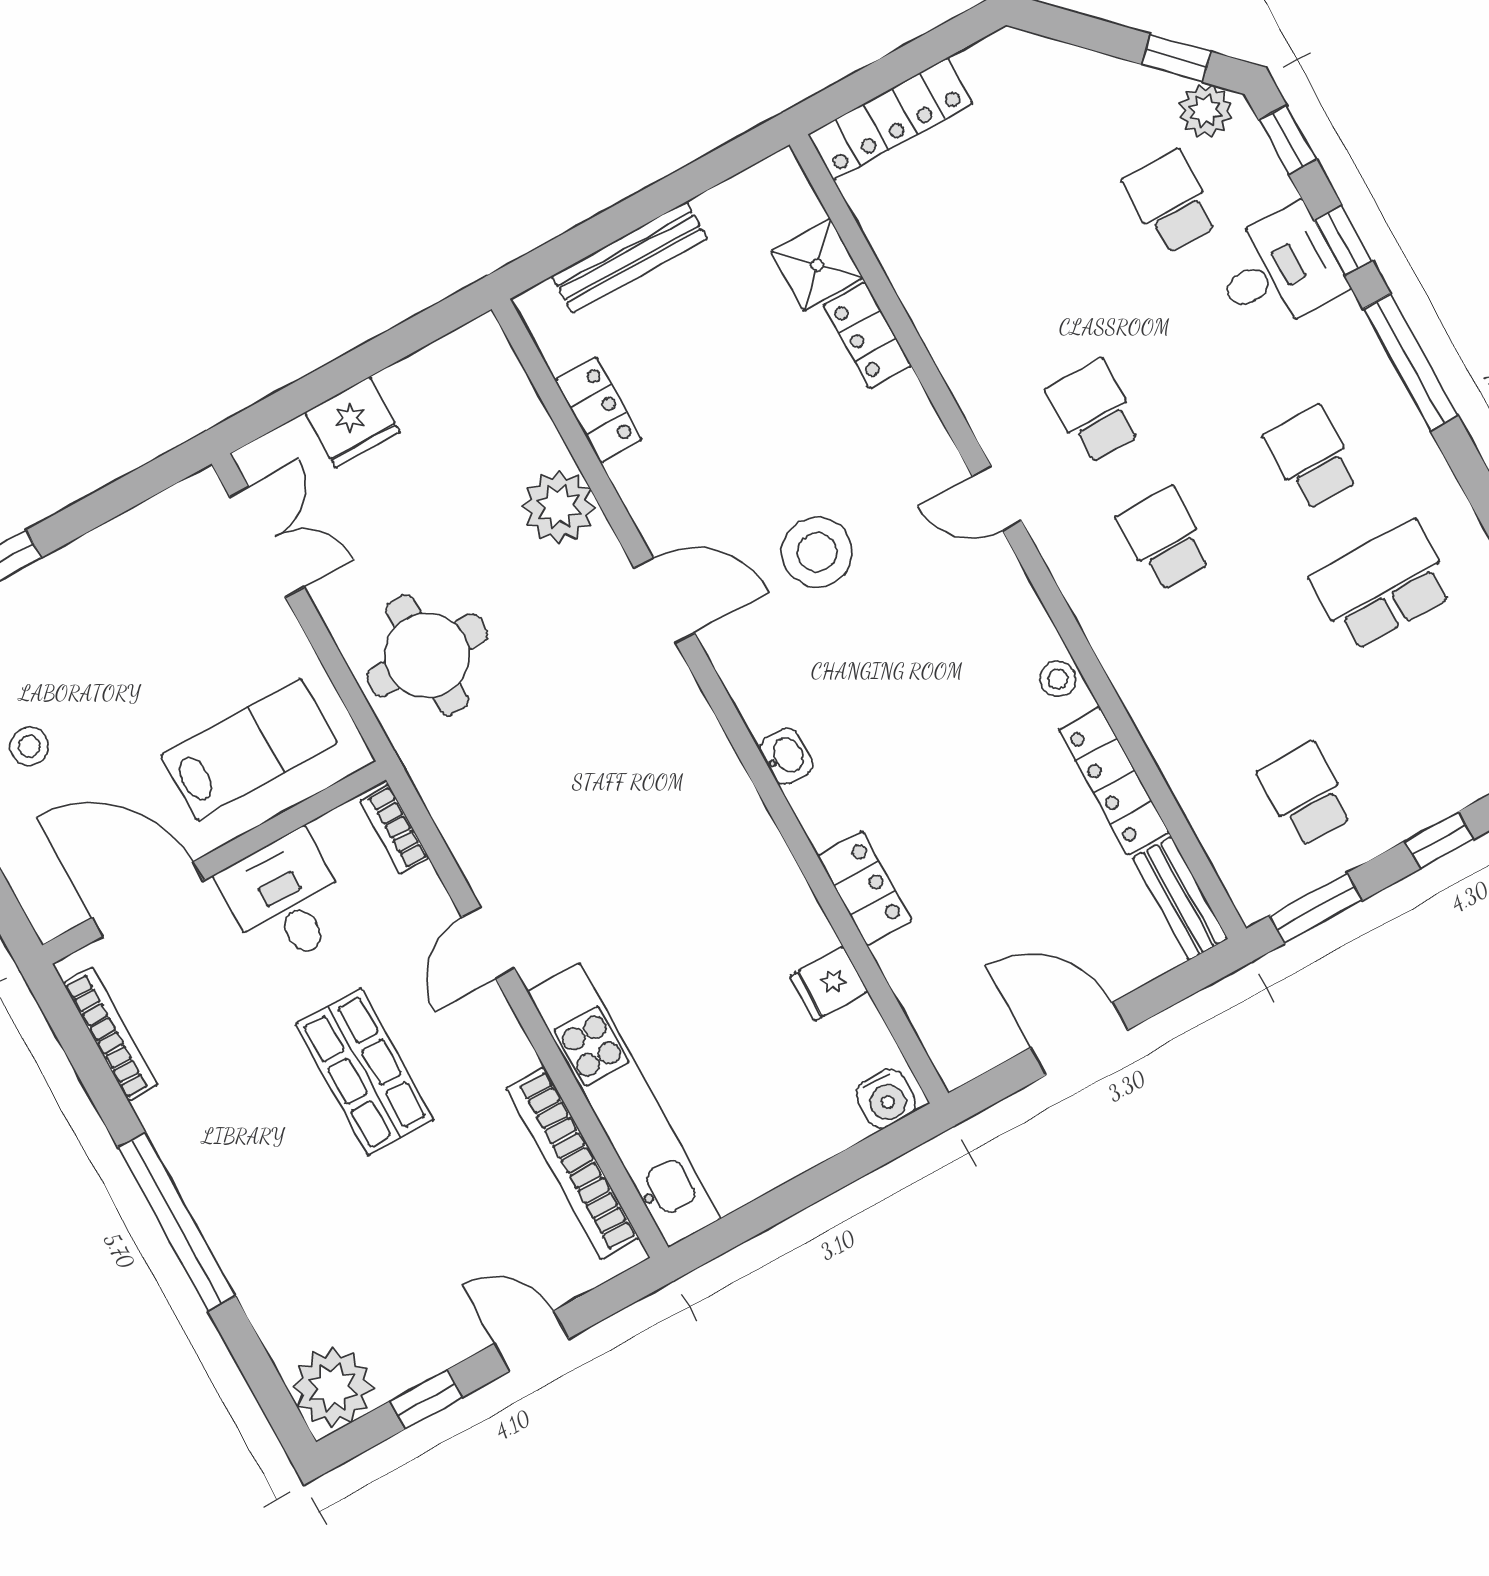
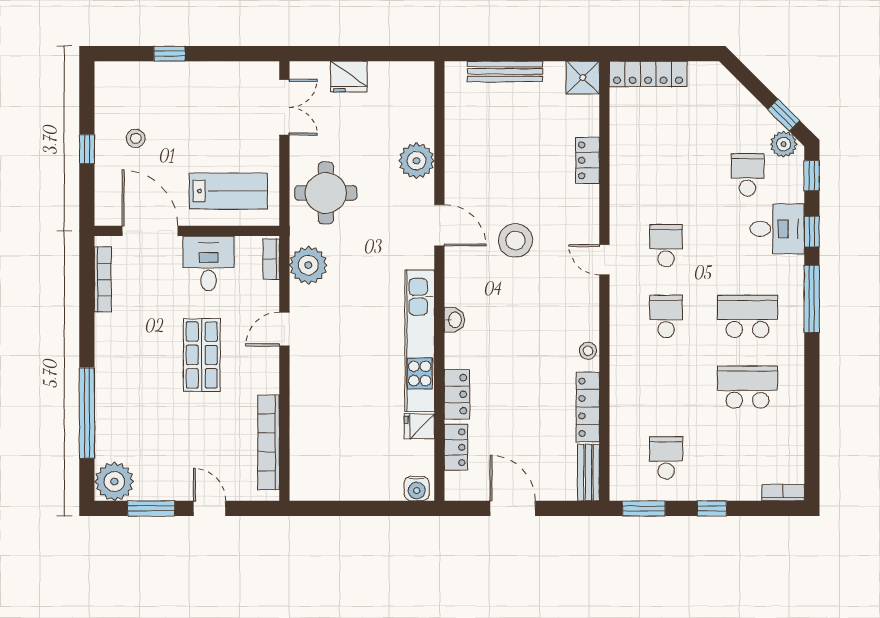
shower: (817, 265) -> (583, 78), moved
locker: (598, 410) -> (456, 447), moved
school desk: (1312, 458) -> (747, 316), width x1.85
plant: (467, 803) -> (308, 265), added
kitchen unit: (624, 1105) -> (420, 341), moved, turned 180
window: (177, 1222) -> (87, 413), moved
window: (426, 1399) -> (151, 508), width x1.50

